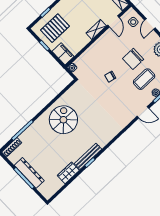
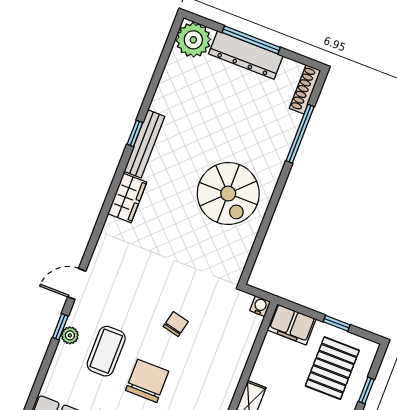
wardrobe: (68, 173) -> (127, 198), moved
plant: (48, 189) -> (193, 40), added

